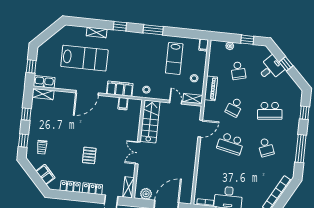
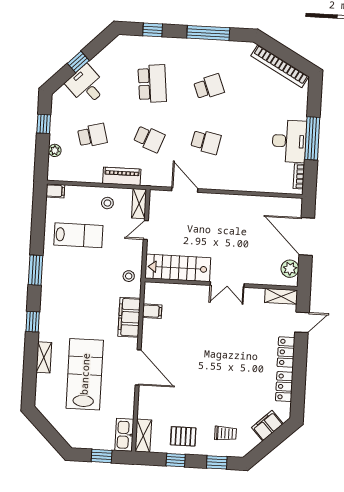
school desk: (231, 144) -> (206, 142), width x0.54
pallet: (89, 155) -> (183, 436), moved

